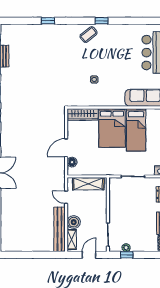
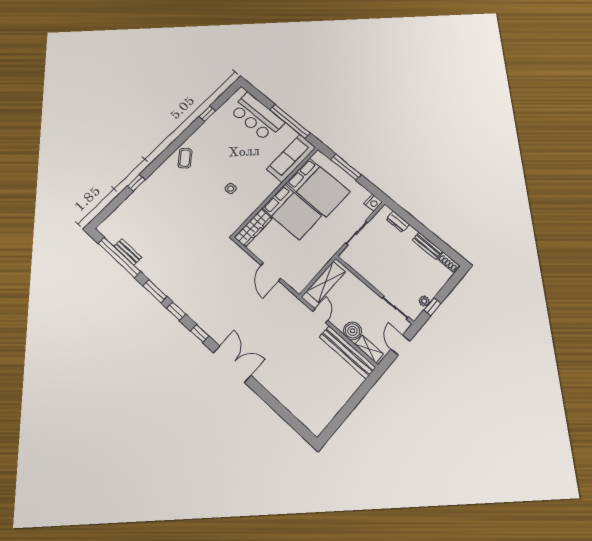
window: (101, 21) -> (207, 114), moved
bed: (136, 130) -> (318, 187), width x1.50
floor lamp: (72, 162) -> (290, 279), removed
door: (66, 197) -> (320, 316), swing flipped

